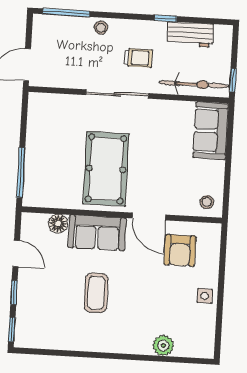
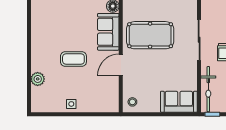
armchair: (180, 250) -> (100, 86), removed
coffee table: (96, 293) -> (73, 59), moved

